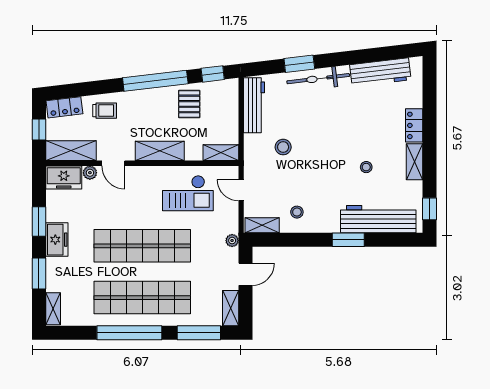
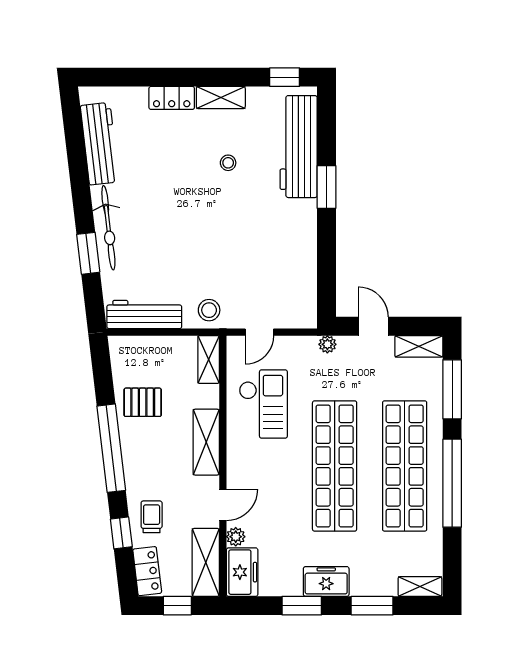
window: (213, 74) -> (121, 533), moved
stool: (283, 147) -> (209, 310), moved
stool: (297, 212) -> (289, 257), removed
shelving: (262, 225) -> (307, 304), removed

